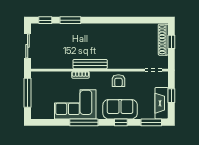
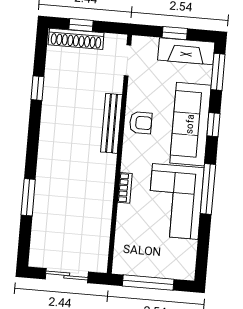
window: (45, 20) -> (38, 88), moved
bench: (90, 64) -> (112, 123), moved
sofa: (120, 109) -> (190, 124), width x1.36

